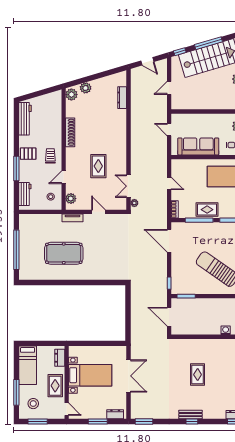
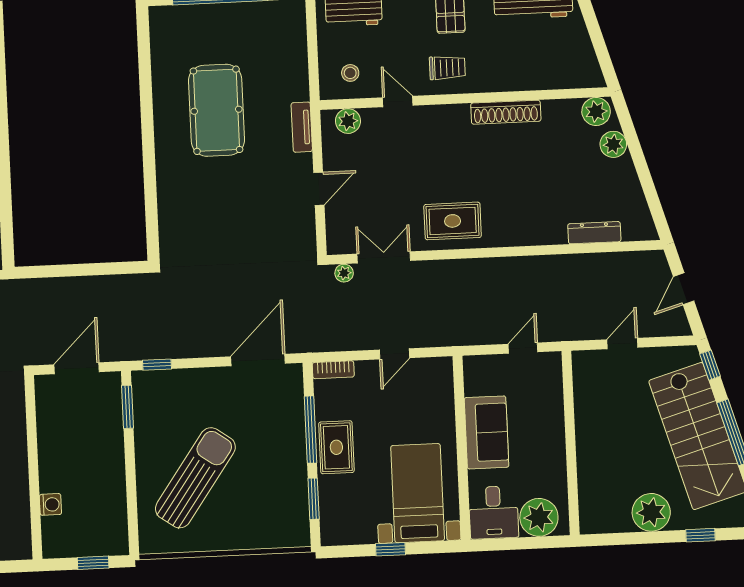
door: (169, 88) -> (622, 343), hinge flipped
sofa: (198, 146) -> (487, 432), width x0.73
rug: (98, 166) -> (453, 221), moved

